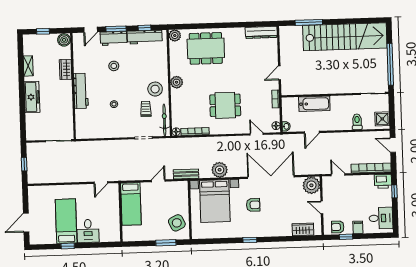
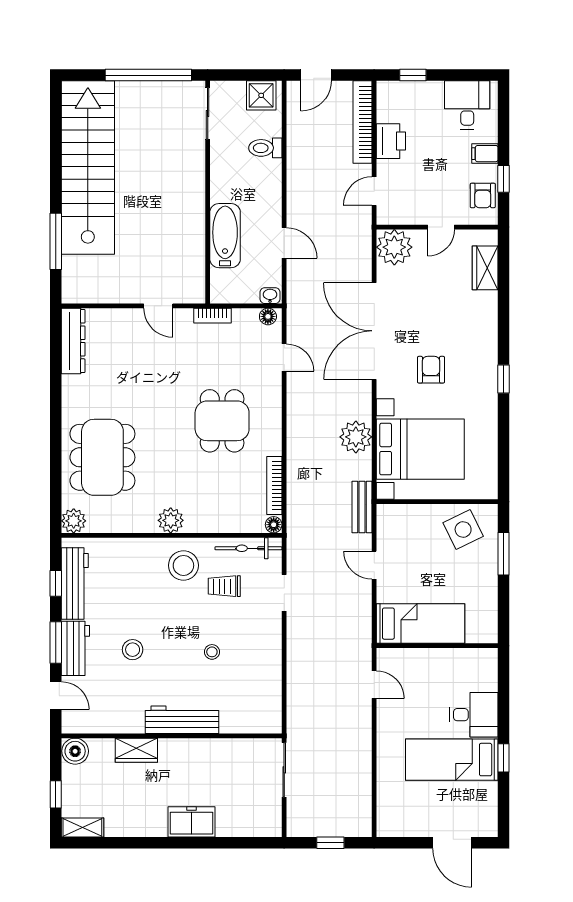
shelving: (28, 66) -> (82, 828), moved
freezer: (32, 97) -> (191, 822), width x0.71
door: (257, 134) -> (284, 358), swing flipped
printer: (383, 181) -> (391, 141), moved

